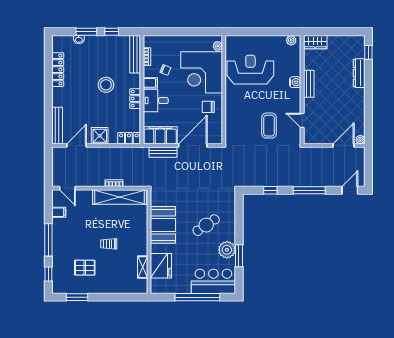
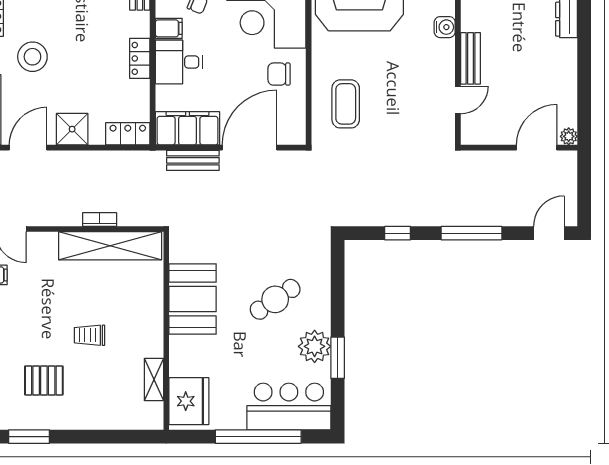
bench: (309, 84) -> (471, 58), moved
stool: (106, 85) -> (32, 57), moved
door: (302, 120) -> (458, 100), swing flipped
coffee table: (269, 126) -> (346, 104), moved
fridge: (161, 266) -> (189, 401), moved

